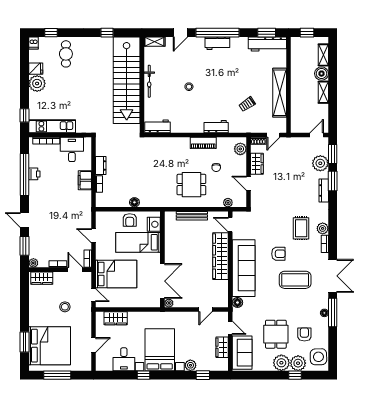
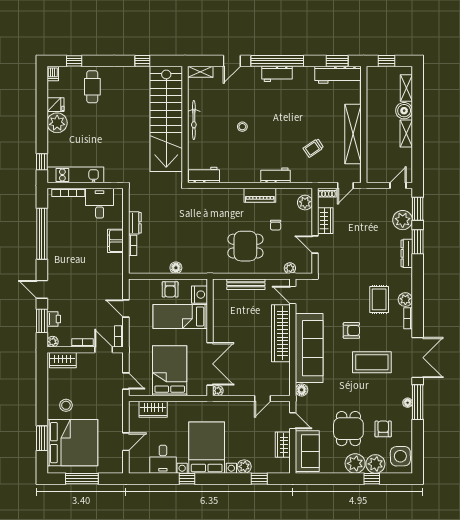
printer: (34, 174) -> (54, 319), moved
bed: (116, 274) -> (170, 371), moved, turned -90
stool: (65, 307) -> (66, 405), moved

